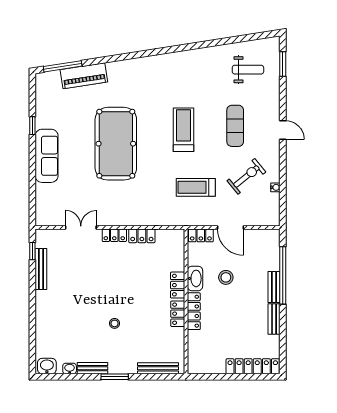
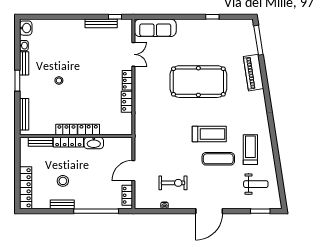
weight bench: (248, 70) -> (256, 184), turned -90
piano: (84, 76) -> (254, 73), moved
exercise mat: (235, 126) -> (218, 159), moved
door: (283, 130) -> (209, 211), width x1.87
sofa: (47, 156) -> (155, 28), moved
exercise bike: (246, 176) -> (173, 183), turned -51
treadmill: (196, 187) -> (250, 150), moved
locker: (201, 235) -> (127, 195), moved
stool: (226, 277) -> (63, 181), moved
bench: (274, 287) -> (40, 142), moved

